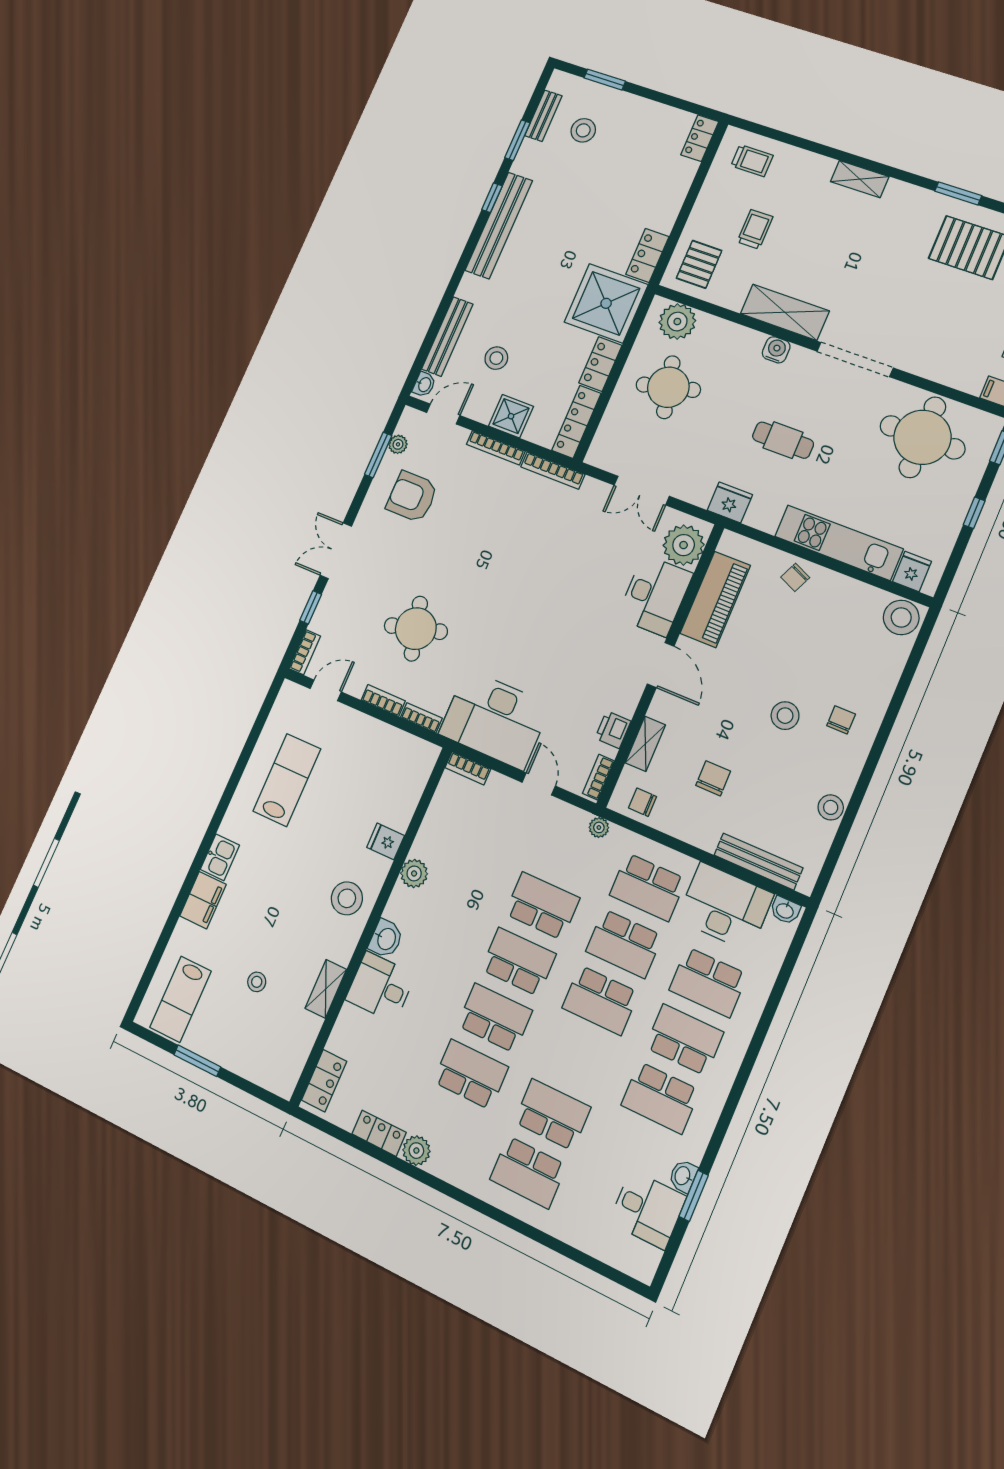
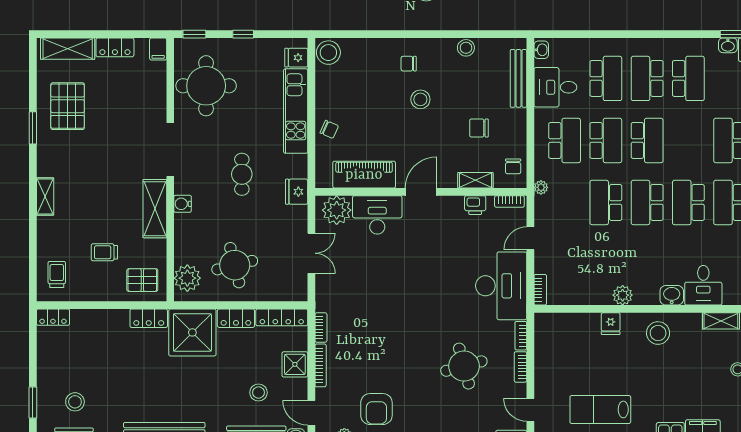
bookcase: (553, 471) -> (321, 328), width x0.64
desk: (725, 907) -> (555, 87), width x0.73

